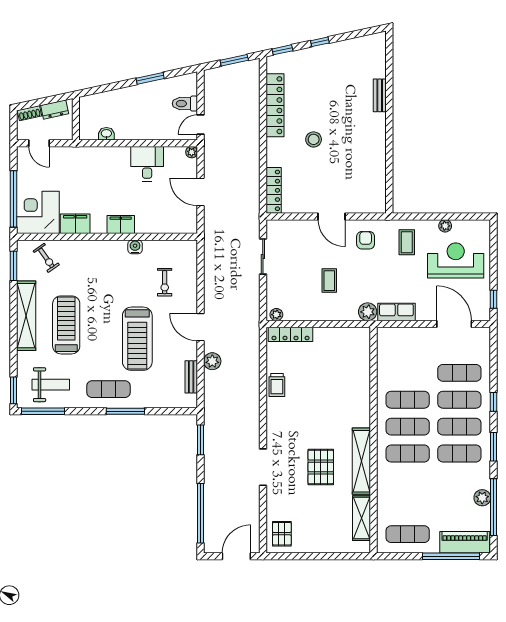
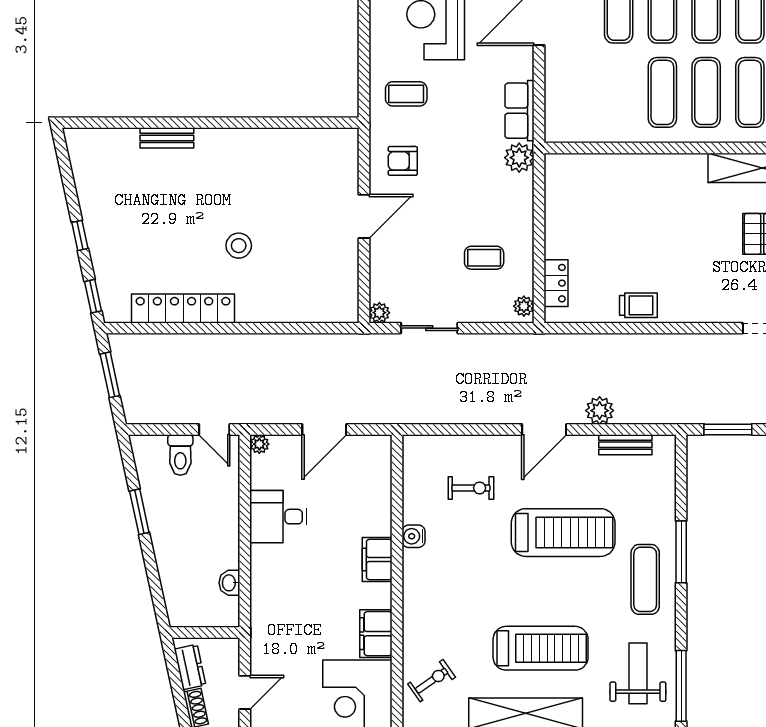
locker: (274, 190) -> (322, 311), removed
plant: (445, 226) -> (379, 313), moved
coffee table: (329, 281) -> (484, 258), moved
treadmill: (66, 325) -> (541, 648), turned 180
locker: (291, 334) -> (556, 283), width x0.66

